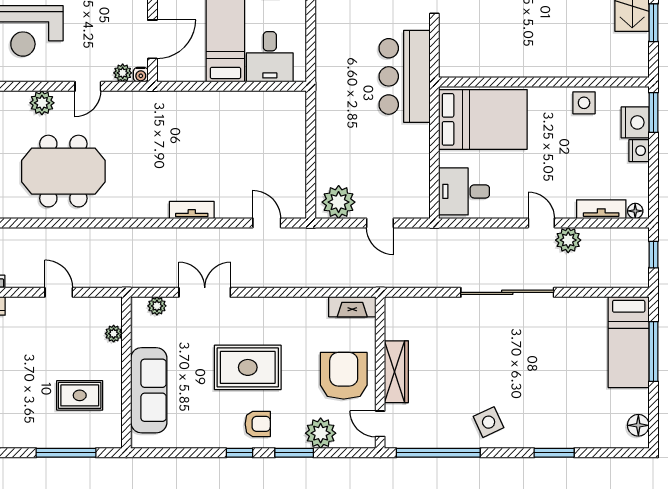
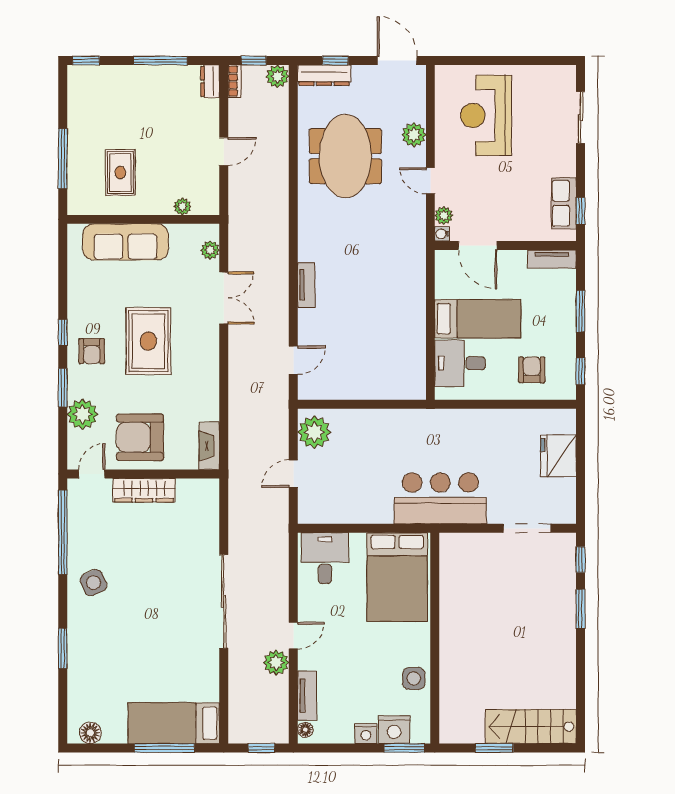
armchair: (344, 376) -> (140, 437), turned 180

